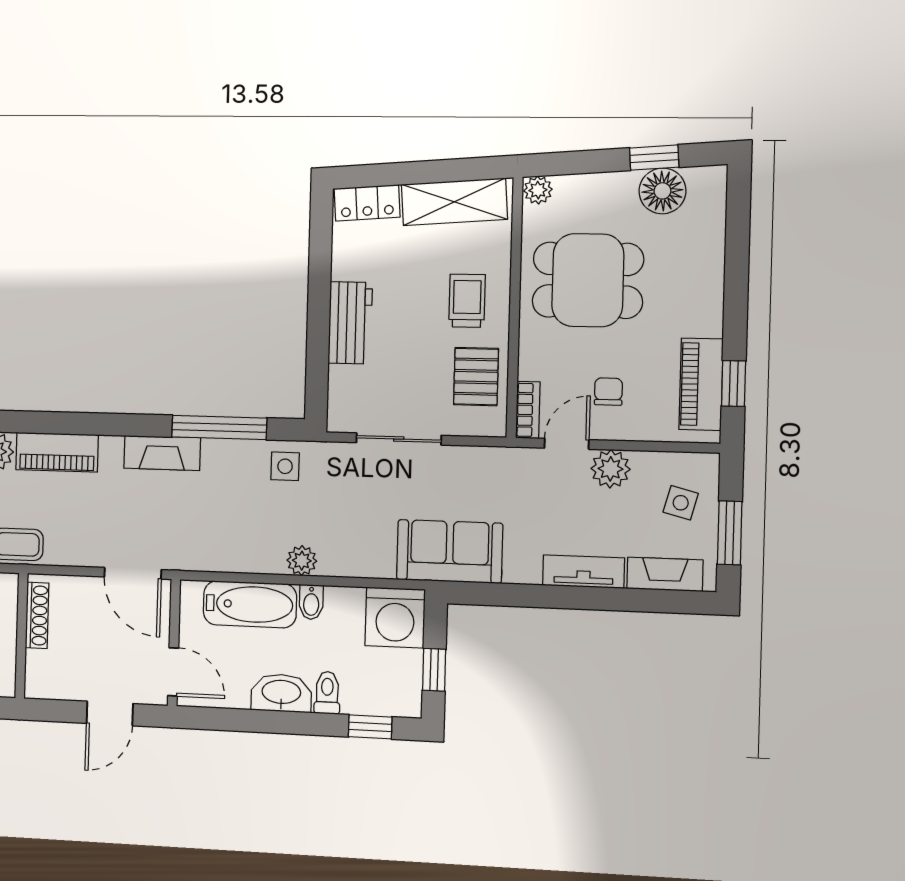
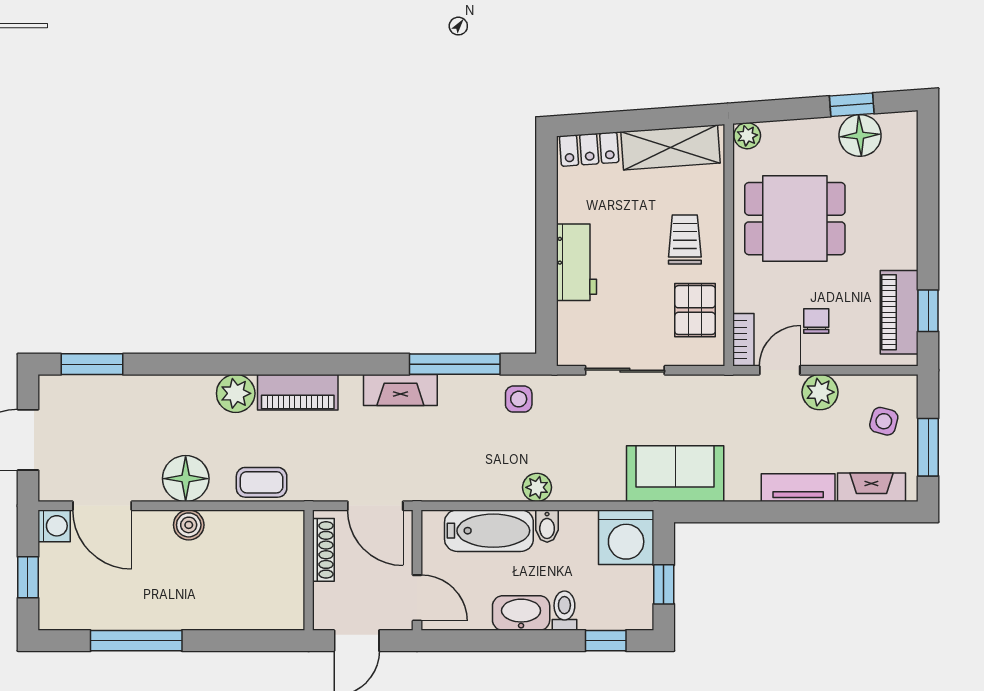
shoe rack: (37, 615) -> (323, 550), moved
wall: (22, 636) -> (309, 570), moved

